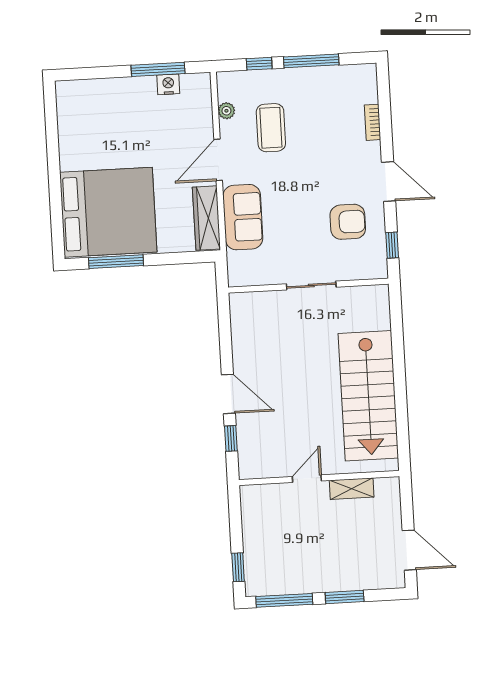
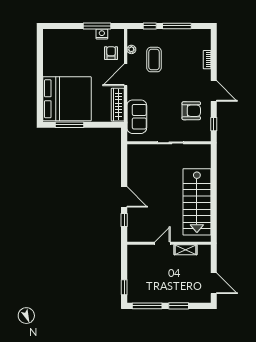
armchair: (188, 120) -> (111, 53), added
sofa: (243, 217) -> (137, 117), moved

